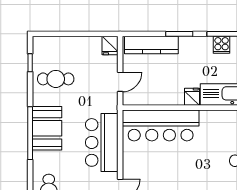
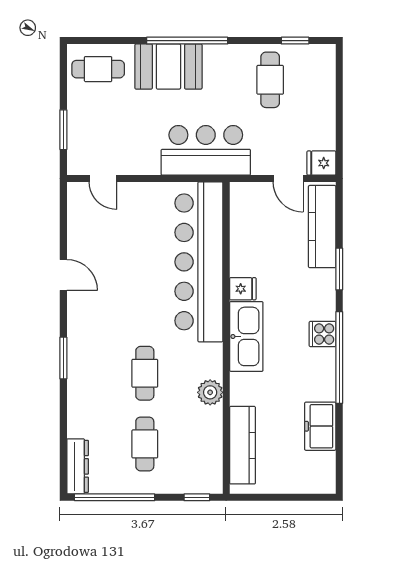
door: (120, 82) -> (288, 179), moved
bar counter: (161, 125) -> (199, 262), width x1.36
booth: (47, 128) -> (168, 67), moved
bar counter: (102, 142) -> (206, 150), moved

